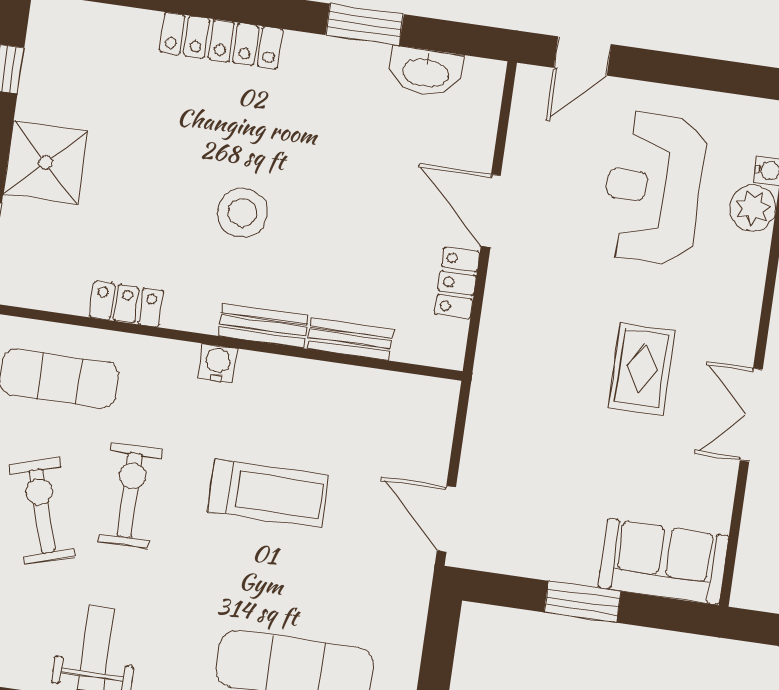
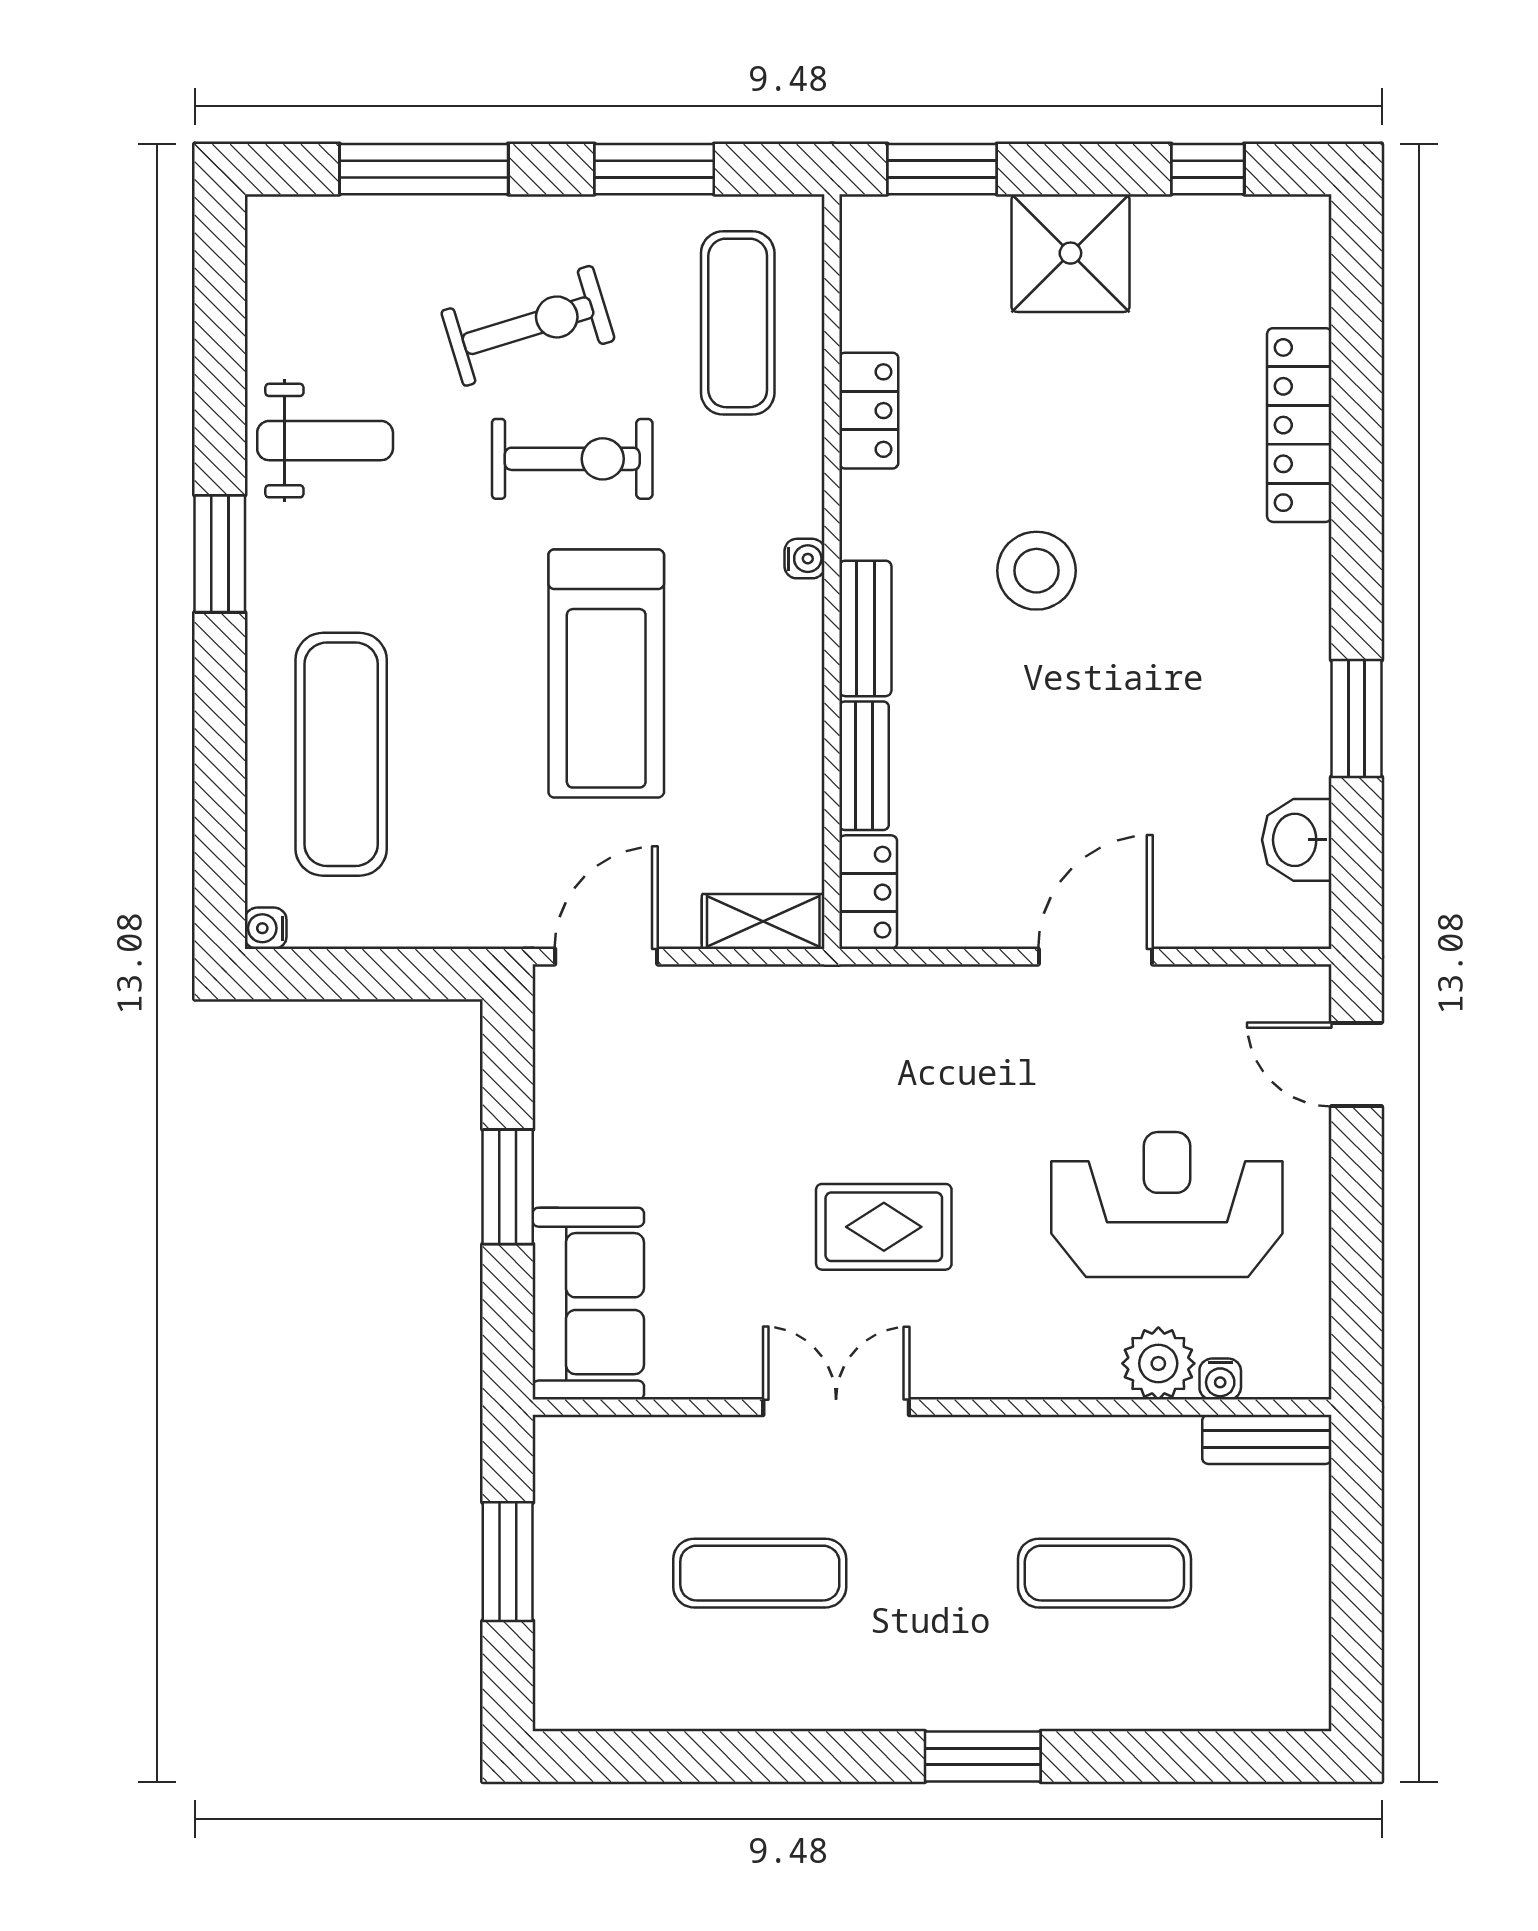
locker: (221, 41) -> (1299, 425), moved
washbasin: (426, 72) -> (1297, 840), width x0.72
locker: (457, 283) -> (868, 892), moved, turned 90
water cooler: (218, 363) -> (805, 559), width x0.72, depth x0.72
shelving: (439, 417) -> (763, 921), added
treadmill: (268, 493) -> (606, 674), width x1.37, depth x1.38

